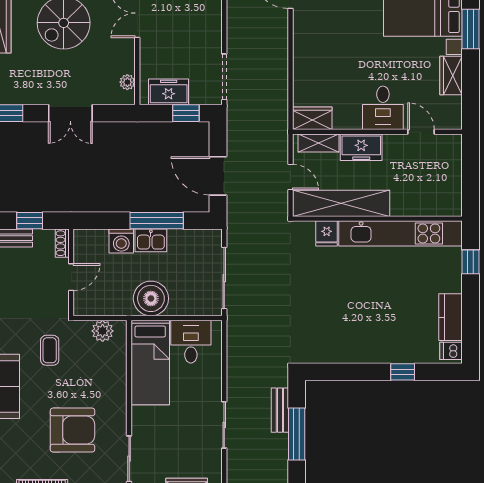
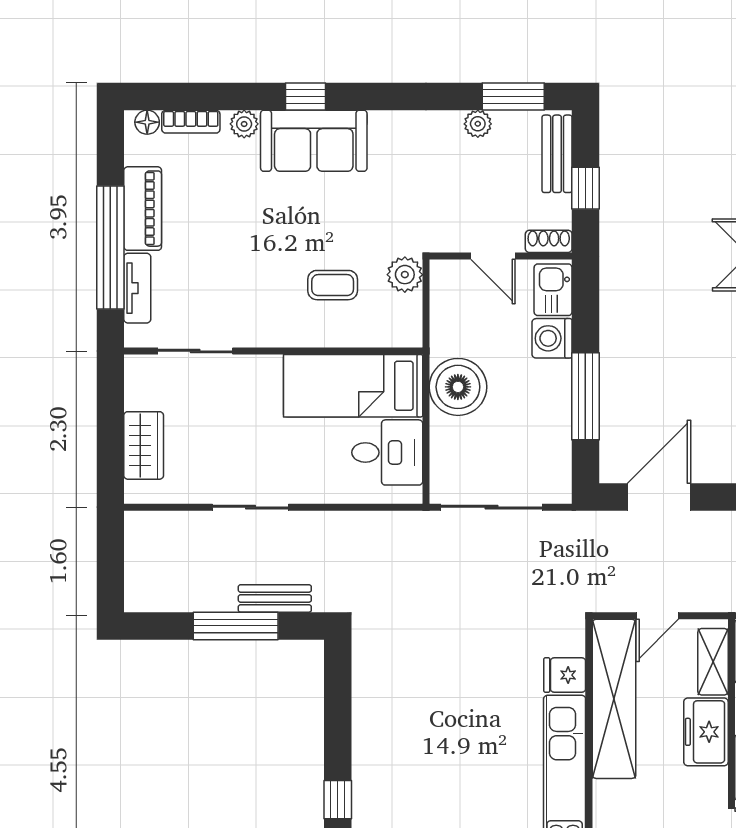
kitchen sink: (151, 240) -> (553, 290), moved
plant: (103, 331) -> (405, 275), moved
coffee table: (50, 350) -> (333, 285), moved
armchair: (73, 430) -> (242, 258), removed

